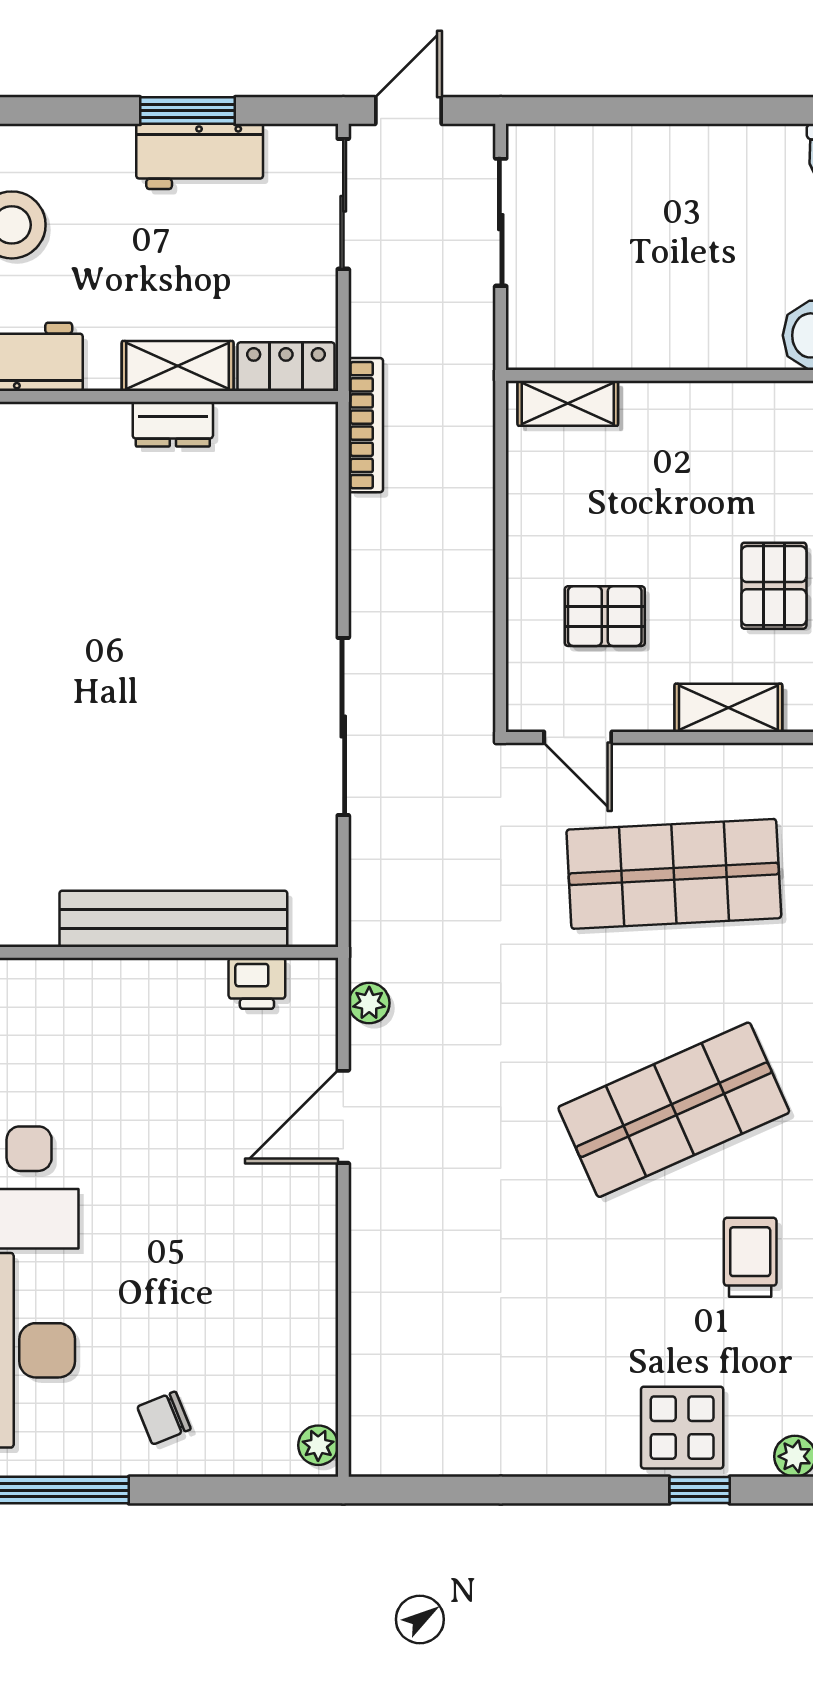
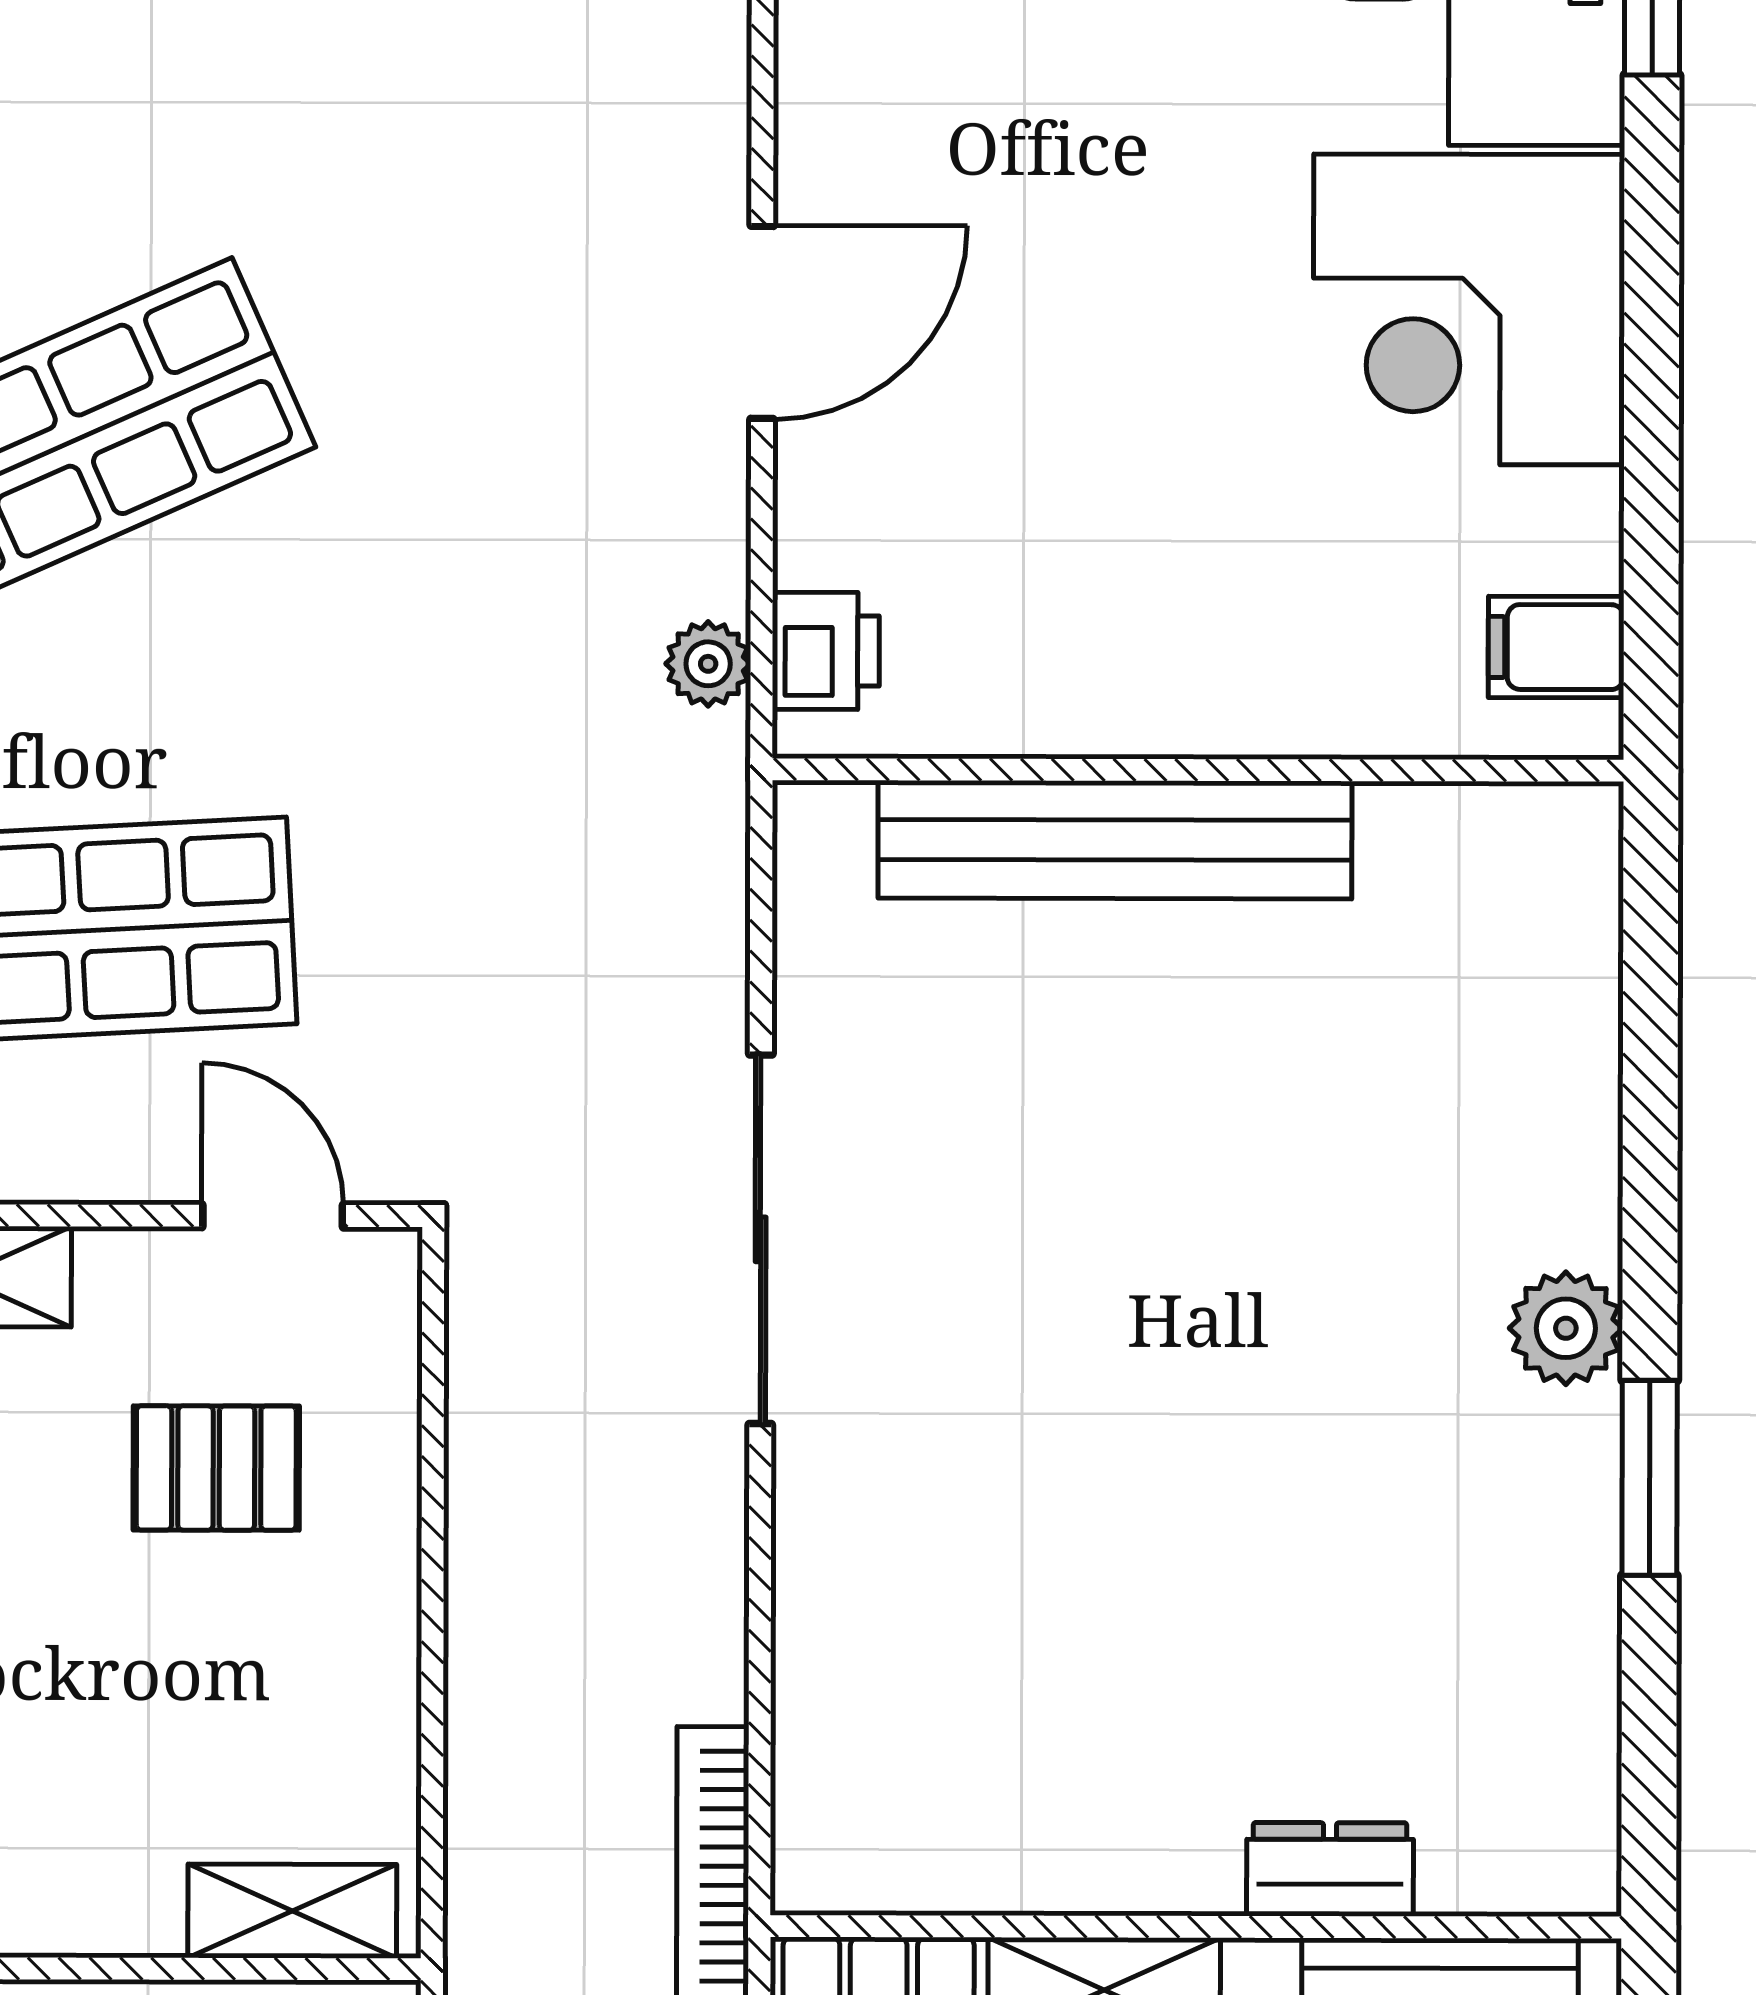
dresser: (173, 424) -> (1330, 1869), moved
printer: (257, 983) -> (826, 651), moved, turned 90
door: (343, 1117) -> (762, 322), moved

